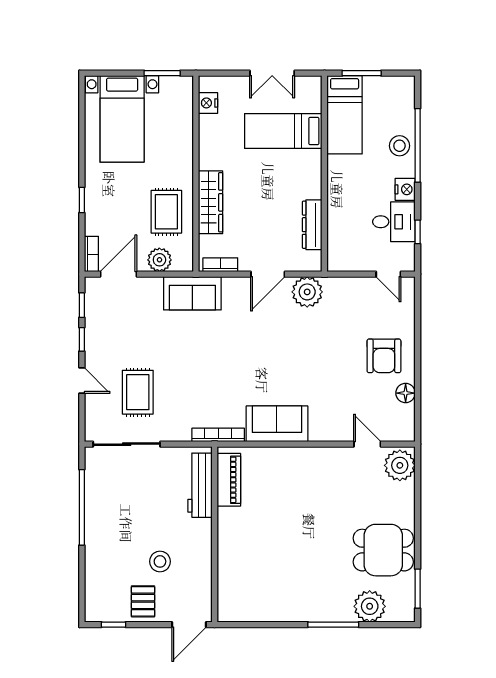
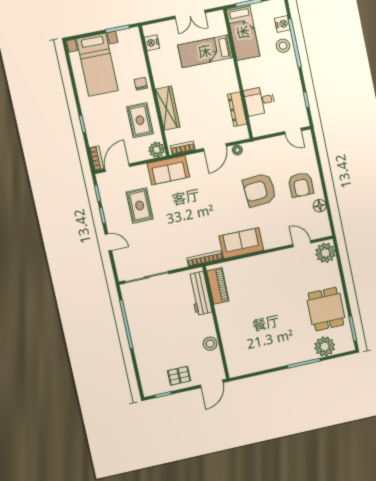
chair: (179, 159) -> (141, 84), added
nightstand: (405, 189) -> (282, 24), moved
desk: (394, 222) -> (260, 101), moved, turned 180
plant: (159, 260) -> (157, 150), moved
plant: (307, 292) -> (237, 150), width x0.53, depth x0.53
armchair: (321, 351) -> (260, 190), added
rug: (138, 392) -> (140, 206), moved
dining table: (383, 550) -> (326, 309), turned 90
stool: (160, 561) -> (210, 344), moved
pallet: (143, 601) -> (179, 376), turned 90

